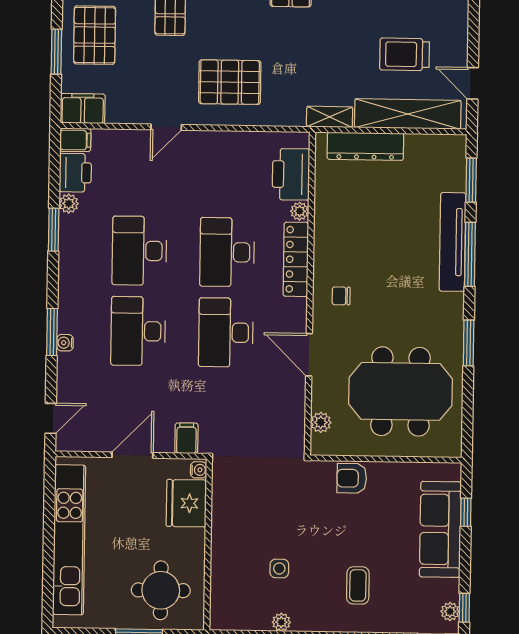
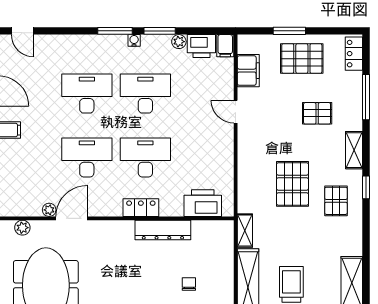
pallet: (230, 82) -> (292, 184), moved
filing cabinet: (83, 109) -> (248, 71), moved
dresser: (365, 146) -> (163, 230), moved, turned -90
plant: (300, 211) -> (49, 210), moved
locker: (296, 259) -> (141, 208), width x0.66
chair: (341, 296) -> (189, 284), moved
window: (52, 332) -> (115, 31), moved
water cooler: (65, 343) -> (134, 40), moved

